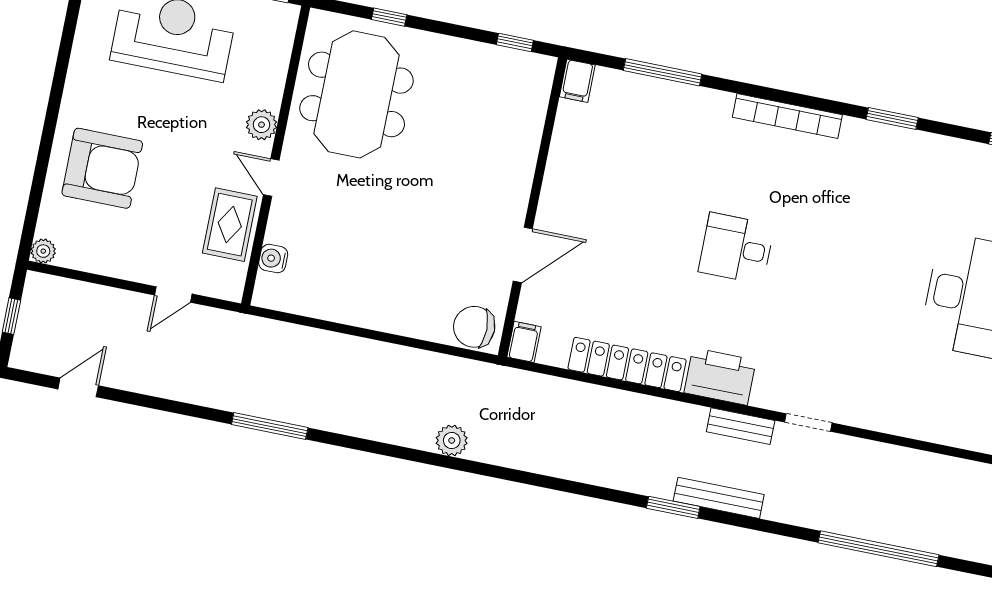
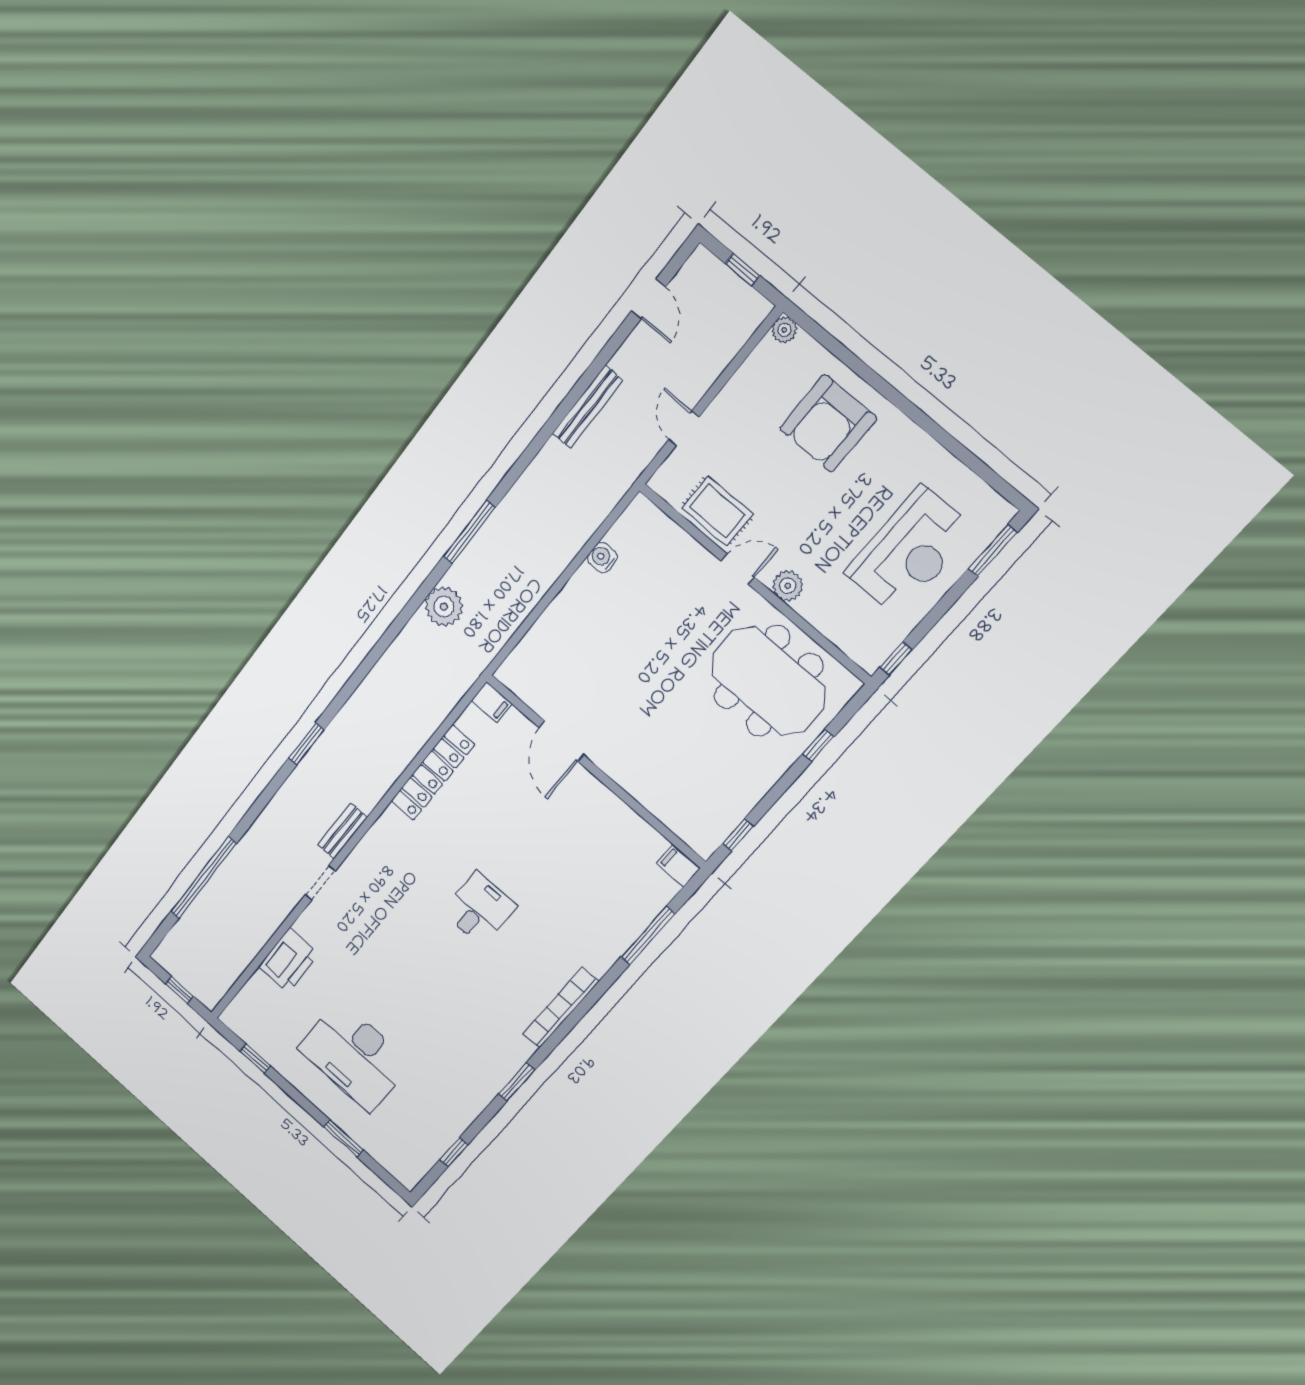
water cooler: (273, 259) -> (602, 557), moved, turned -90
chair: (474, 327) -> (524, 669), removed
printer: (720, 376) -> (289, 960), moved
window: (270, 426) -> (469, 532), moved
plant: (452, 440) -> (444, 607), width x1.36, depth x1.36
bench: (719, 498) -> (588, 407), moved

